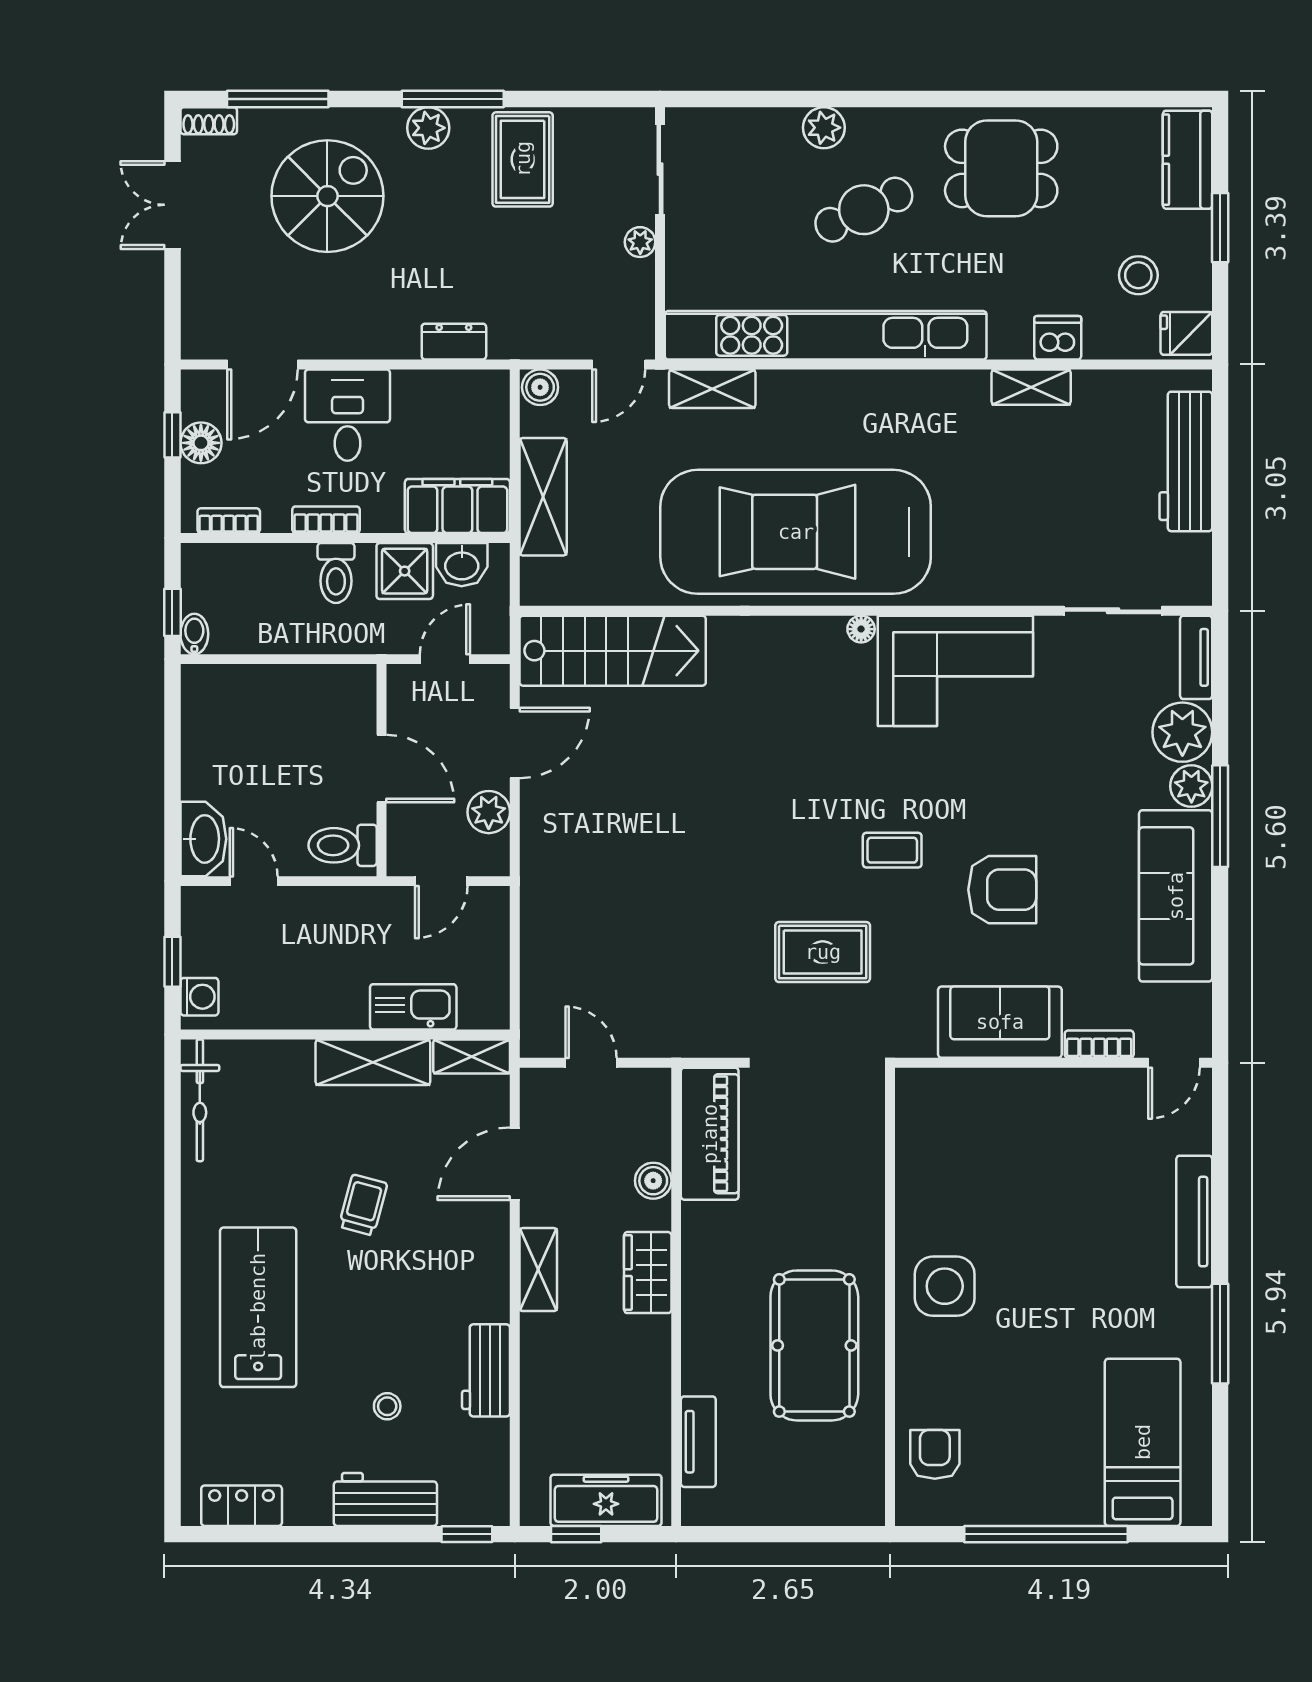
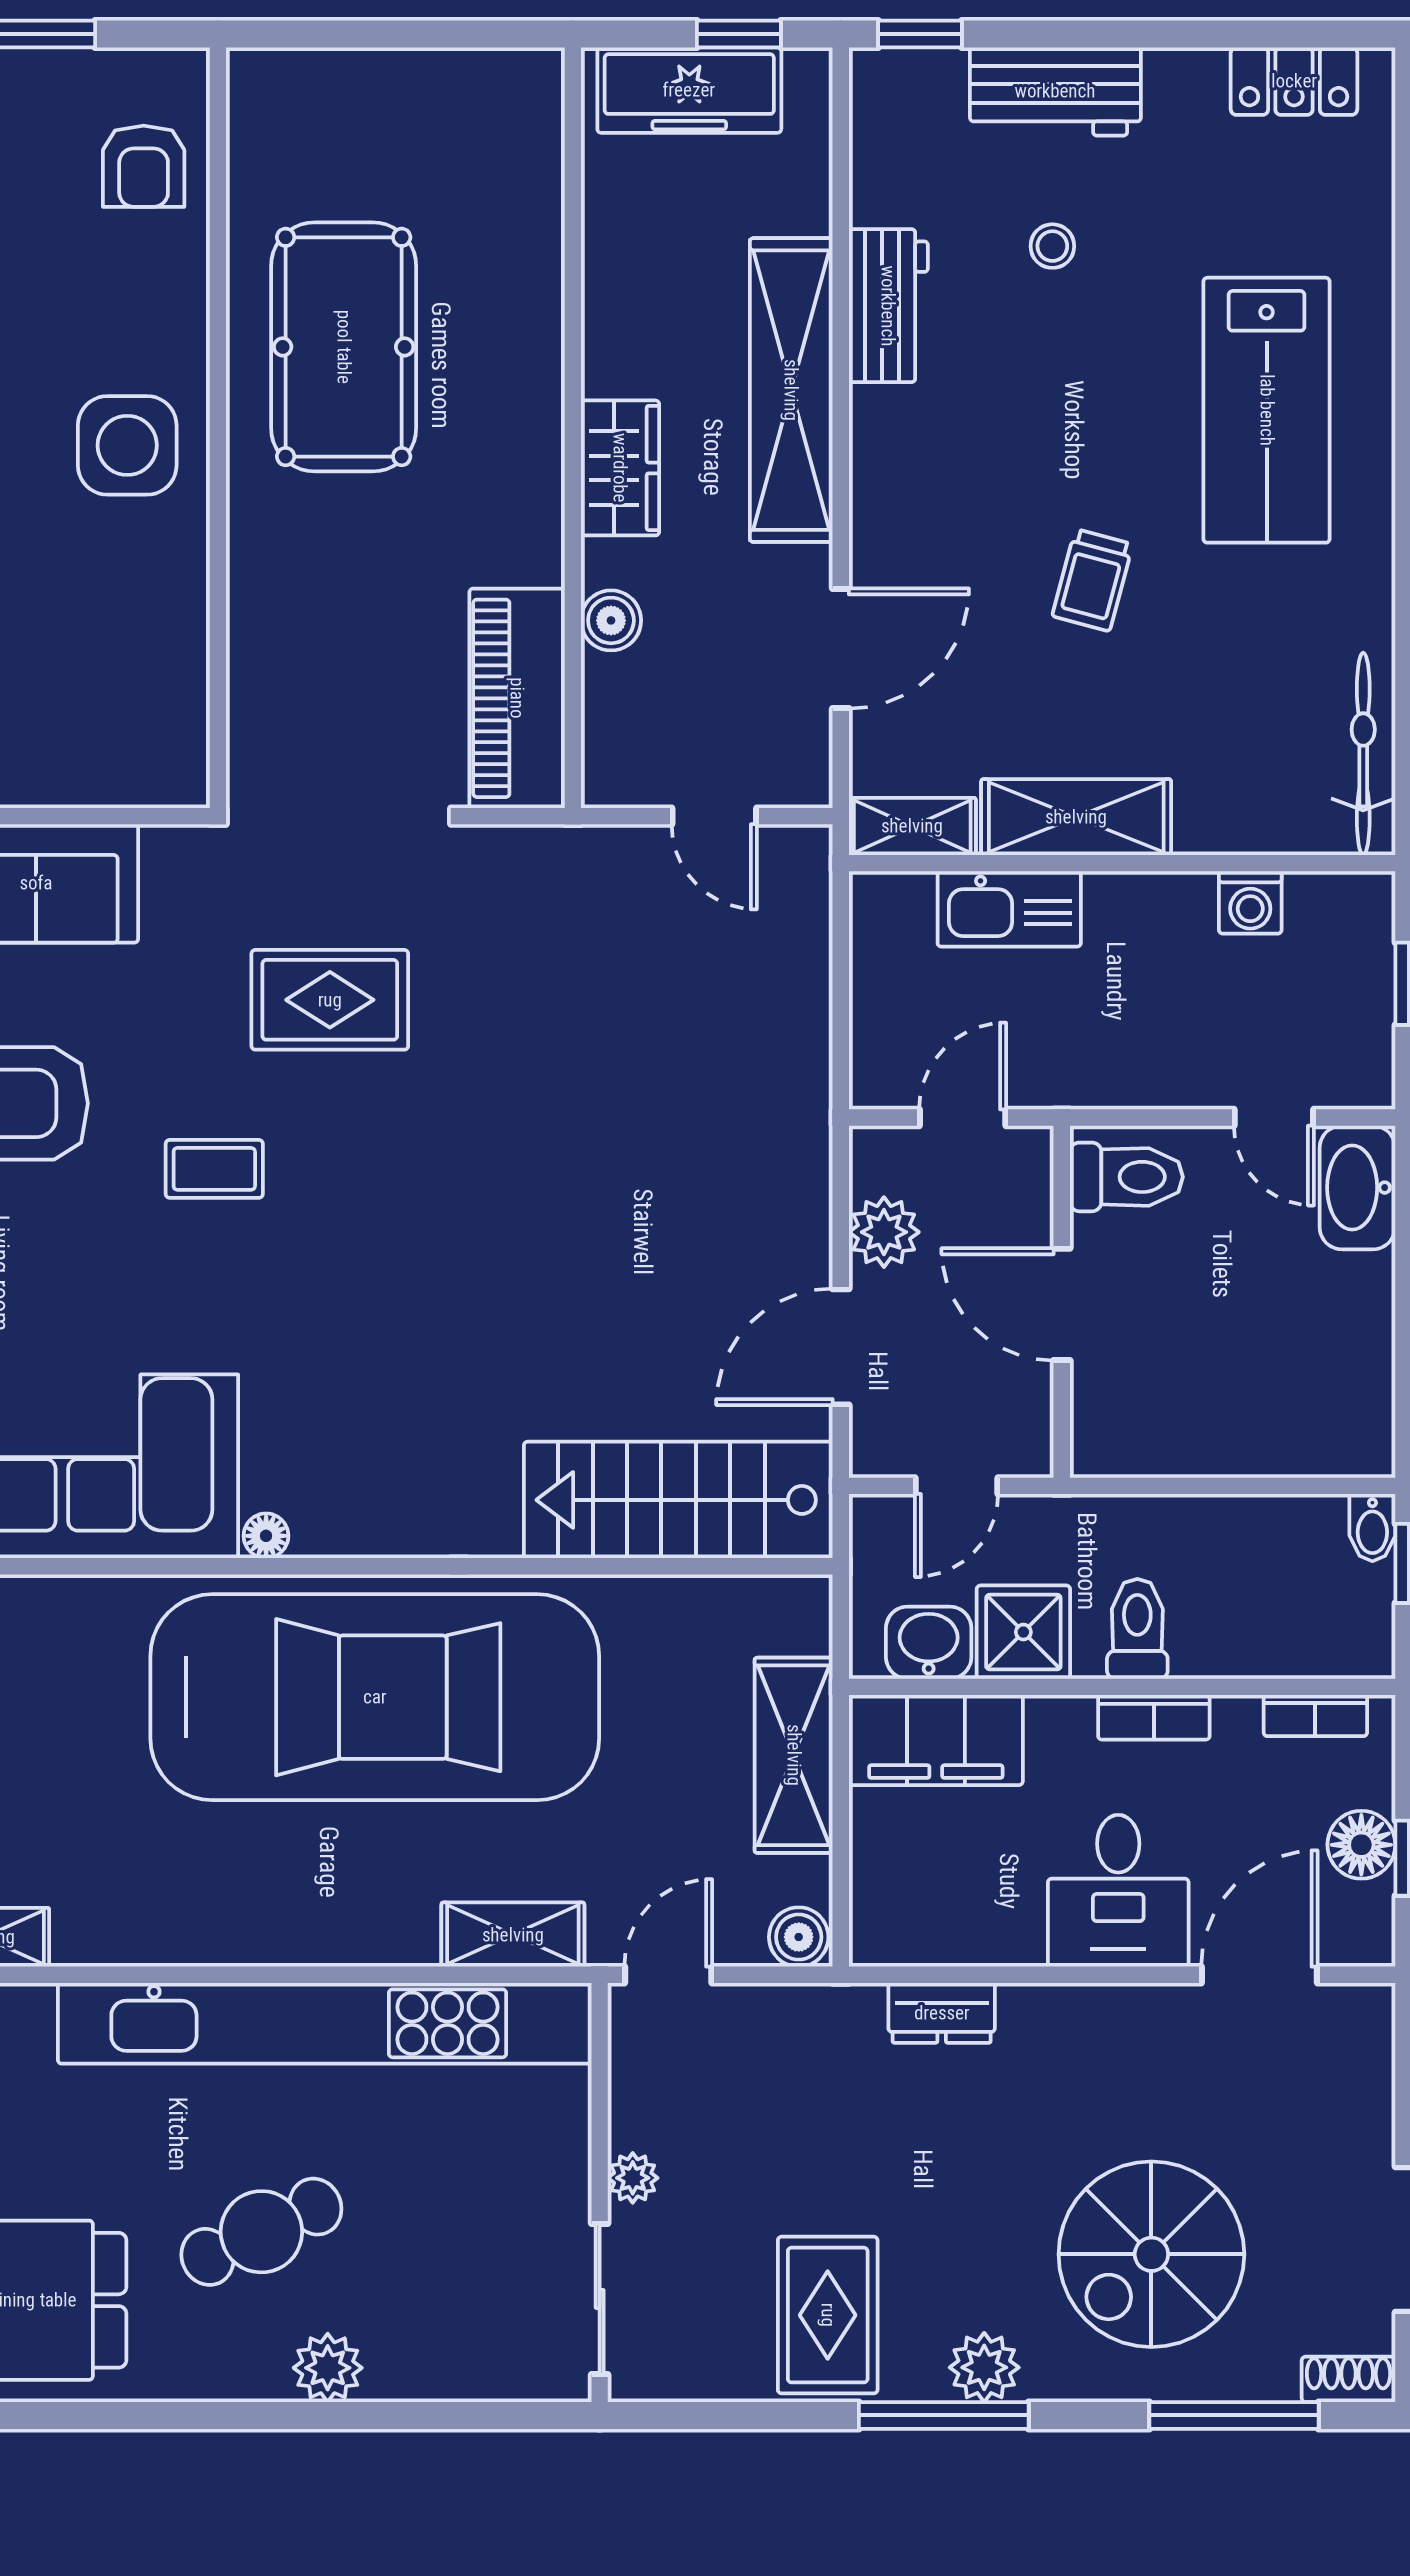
washing machine: (199, 997) -> (1250, 902), moved, turned -90
shelving: (538, 1270) -> (791, 390), width x2.20, depth x1.33
tv unit: (698, 1442) -> (536, 187), removed

